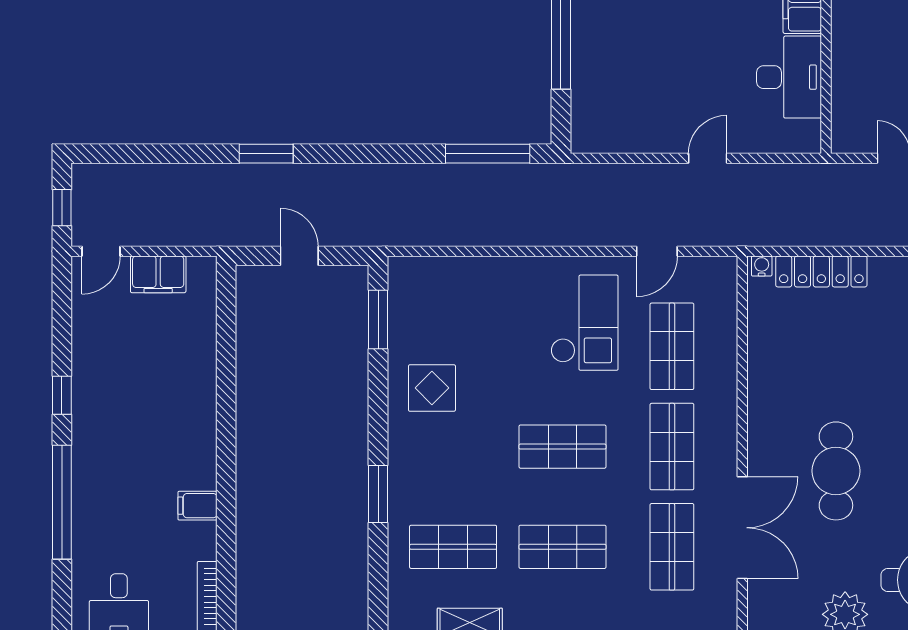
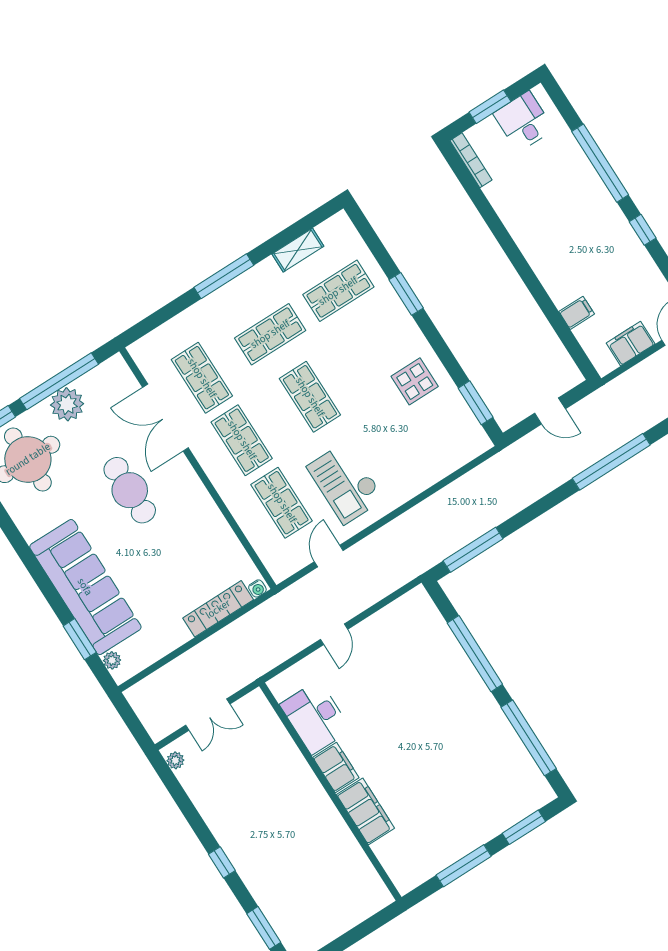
window: (266, 154) -> (611, 462), width x2.11
shop shelf: (563, 447) -> (310, 397), turned 90
filing cabinet: (197, 506) -> (577, 313), moved

